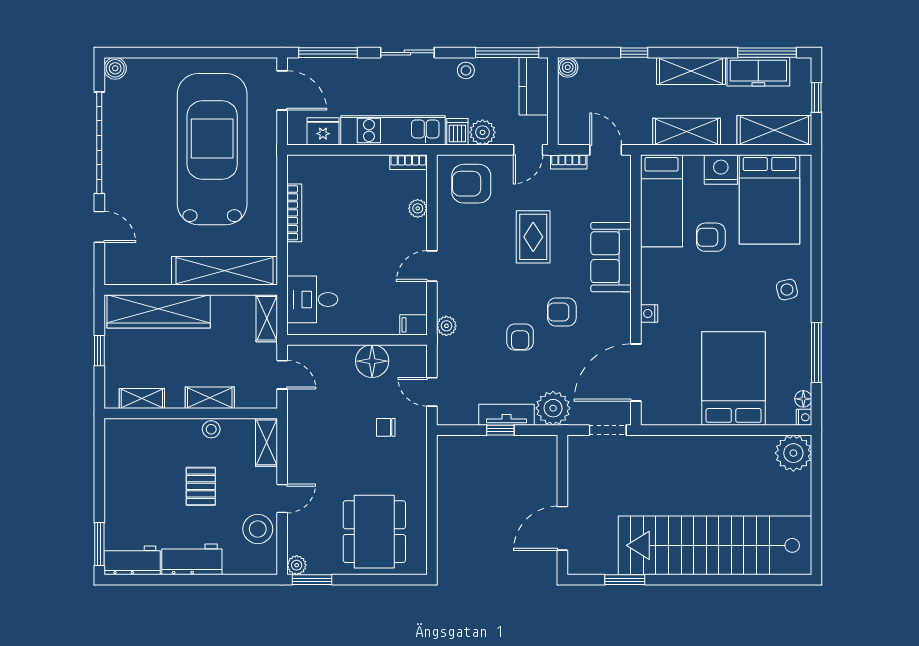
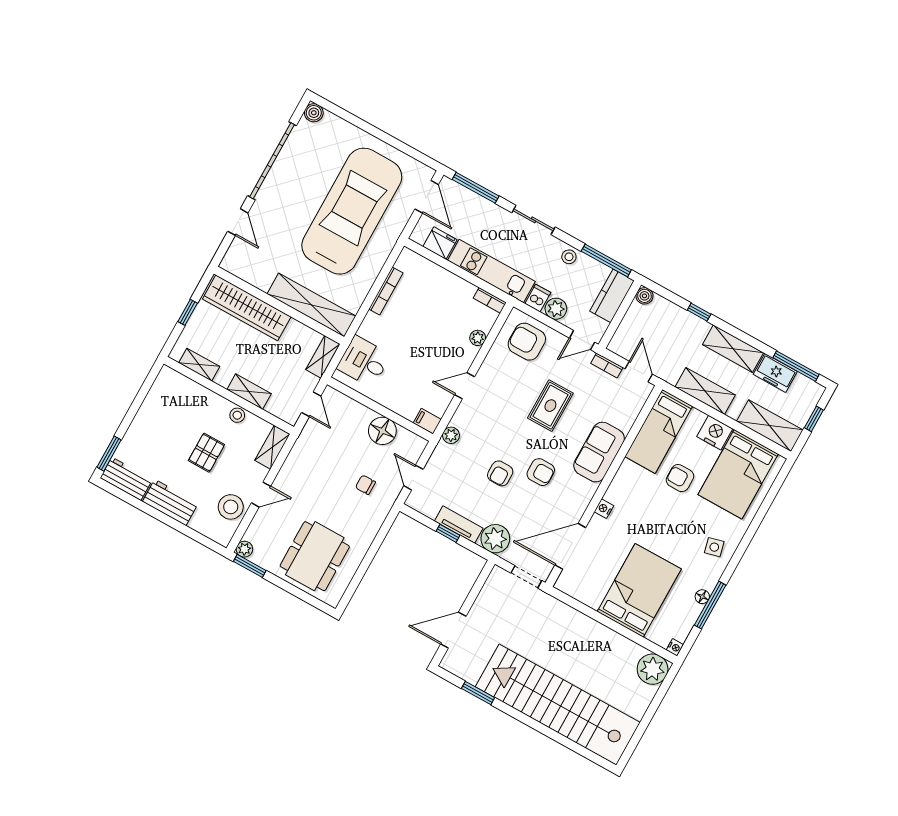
freezer: (758, 72) -> (775, 373), width x0.71
armchair: (562, 312) -> (541, 472), turned 180
floor lamp: (803, 399) -> (702, 597), moved

